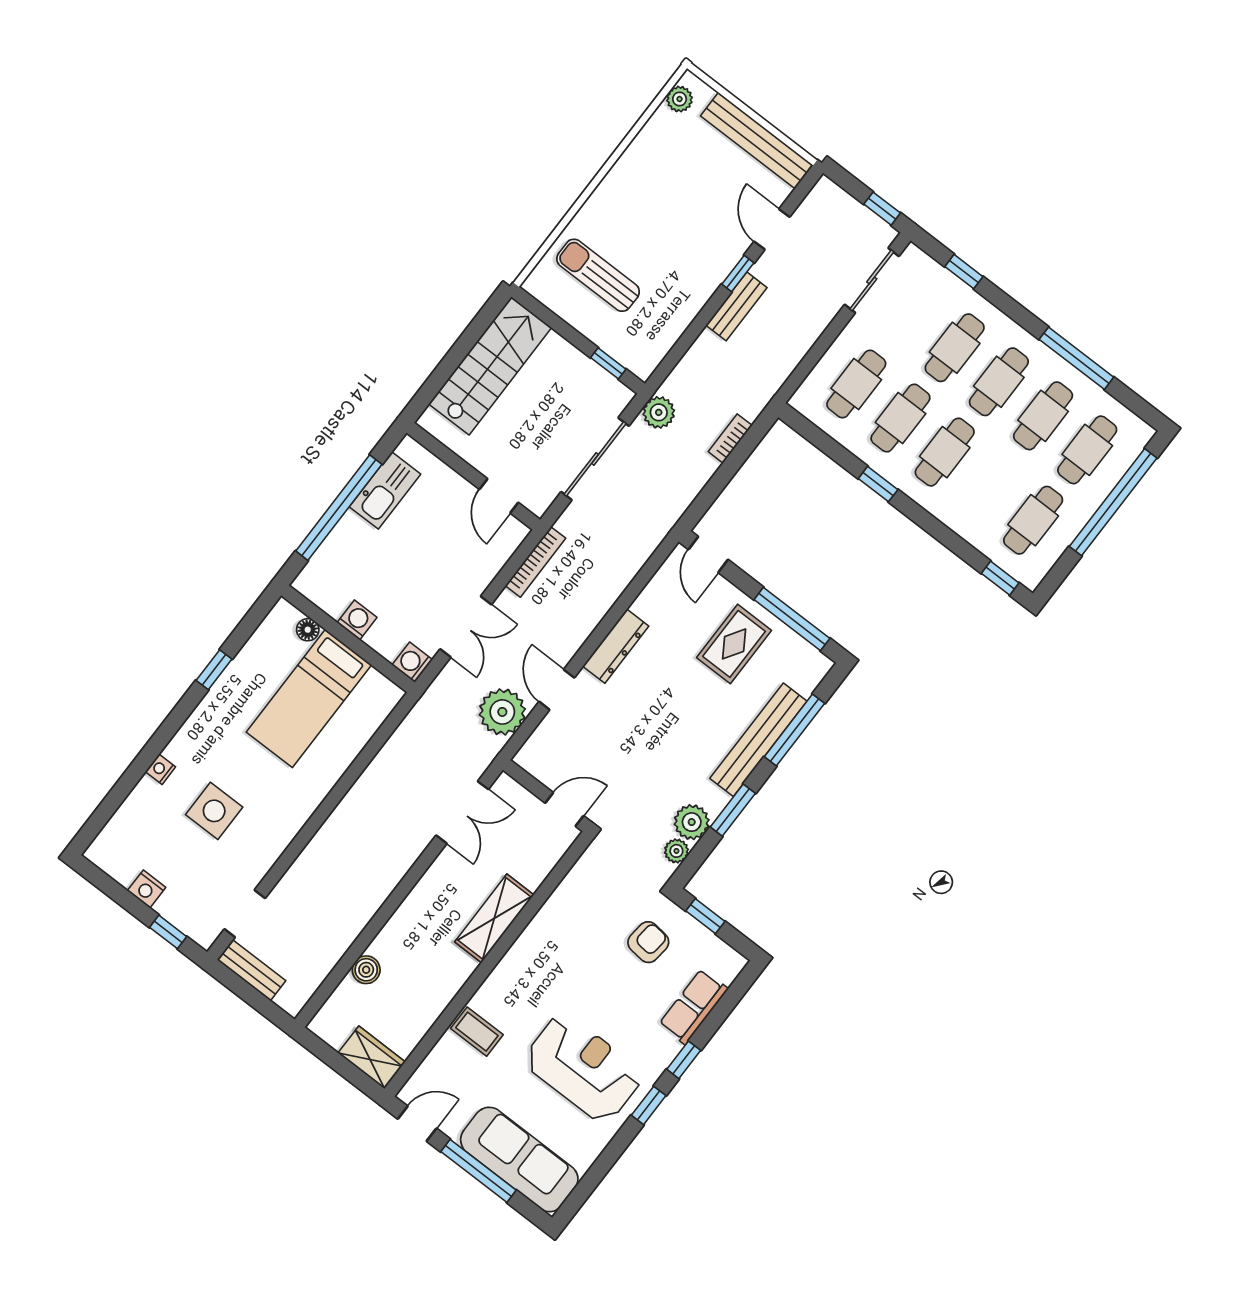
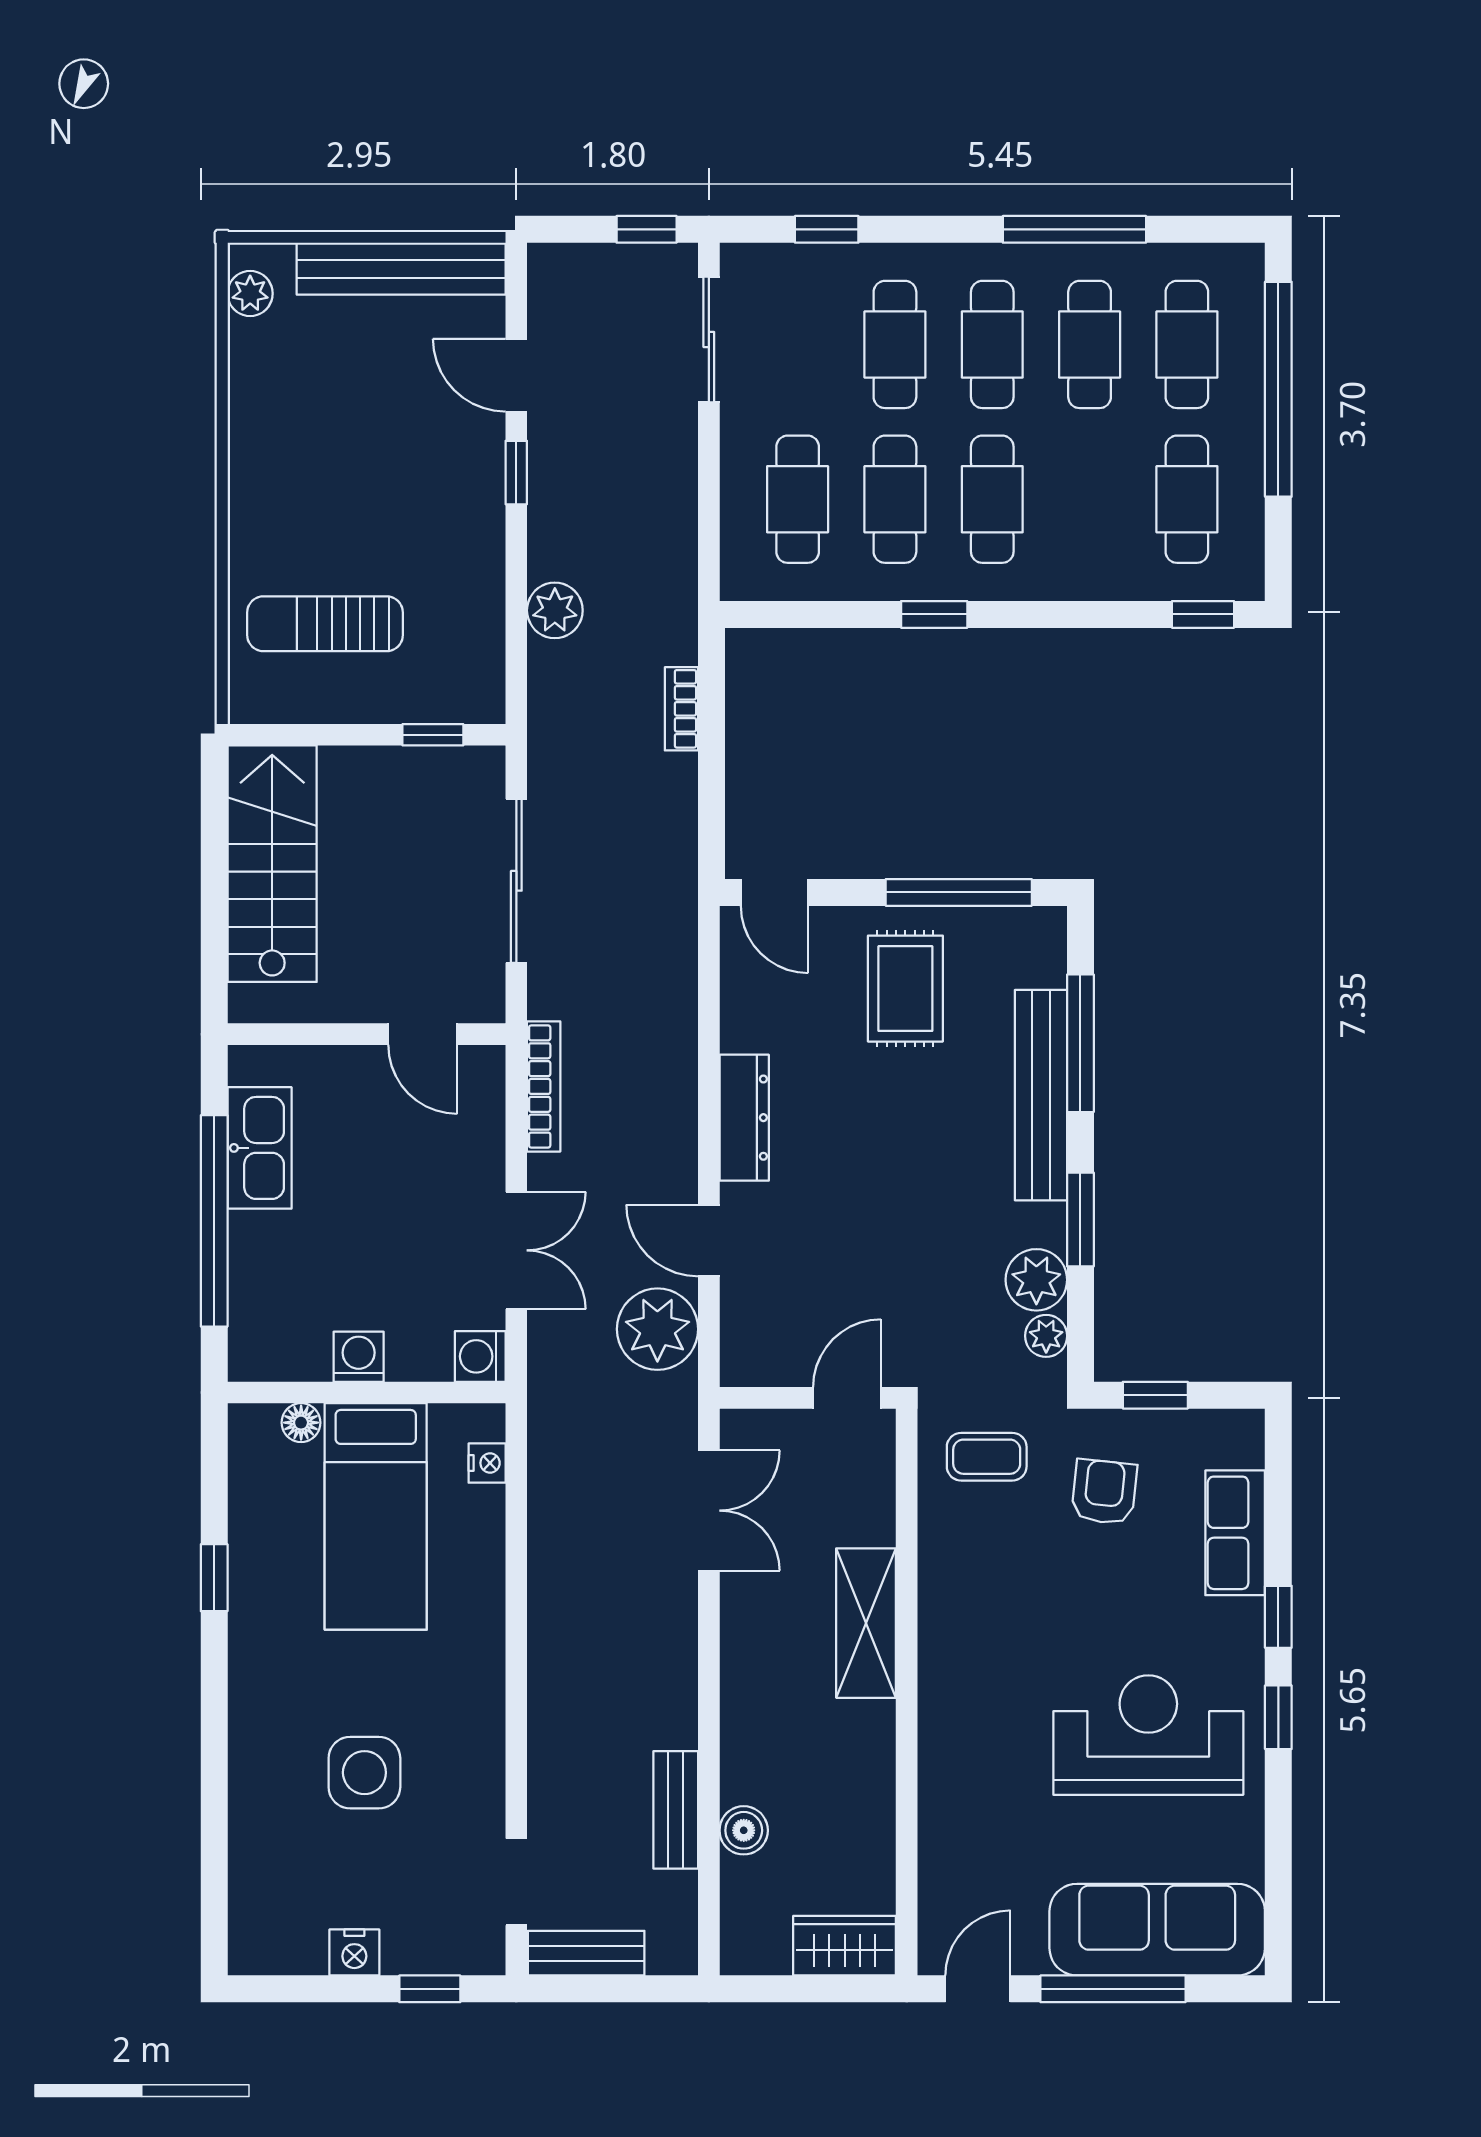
bench: (736, 306) -> (676, 1810), moved
plant: (659, 412) -> (555, 610), moved
nightstand: (160, 769) -> (487, 1463), moved, turned 180
coffee table: (477, 1032) -> (987, 1457), moved

